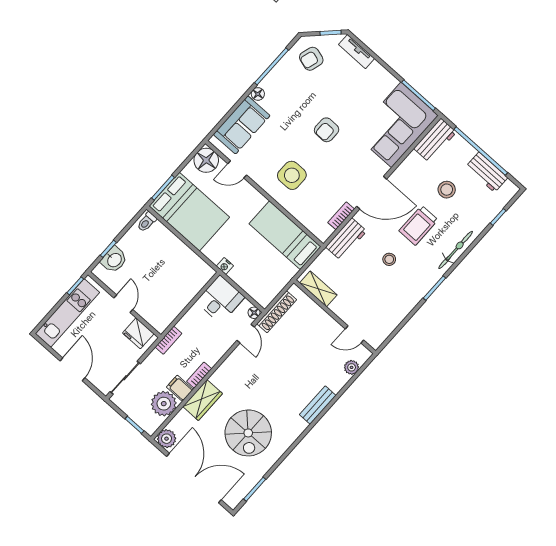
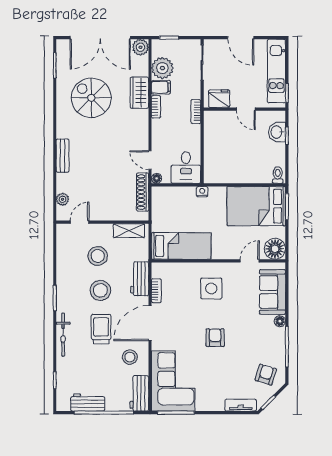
stool: (447, 190) -> (130, 357), moved
stool: (389, 259) -> (100, 290), width x1.89, depth x1.89
stool: (365, 291) -> (98, 256), added

